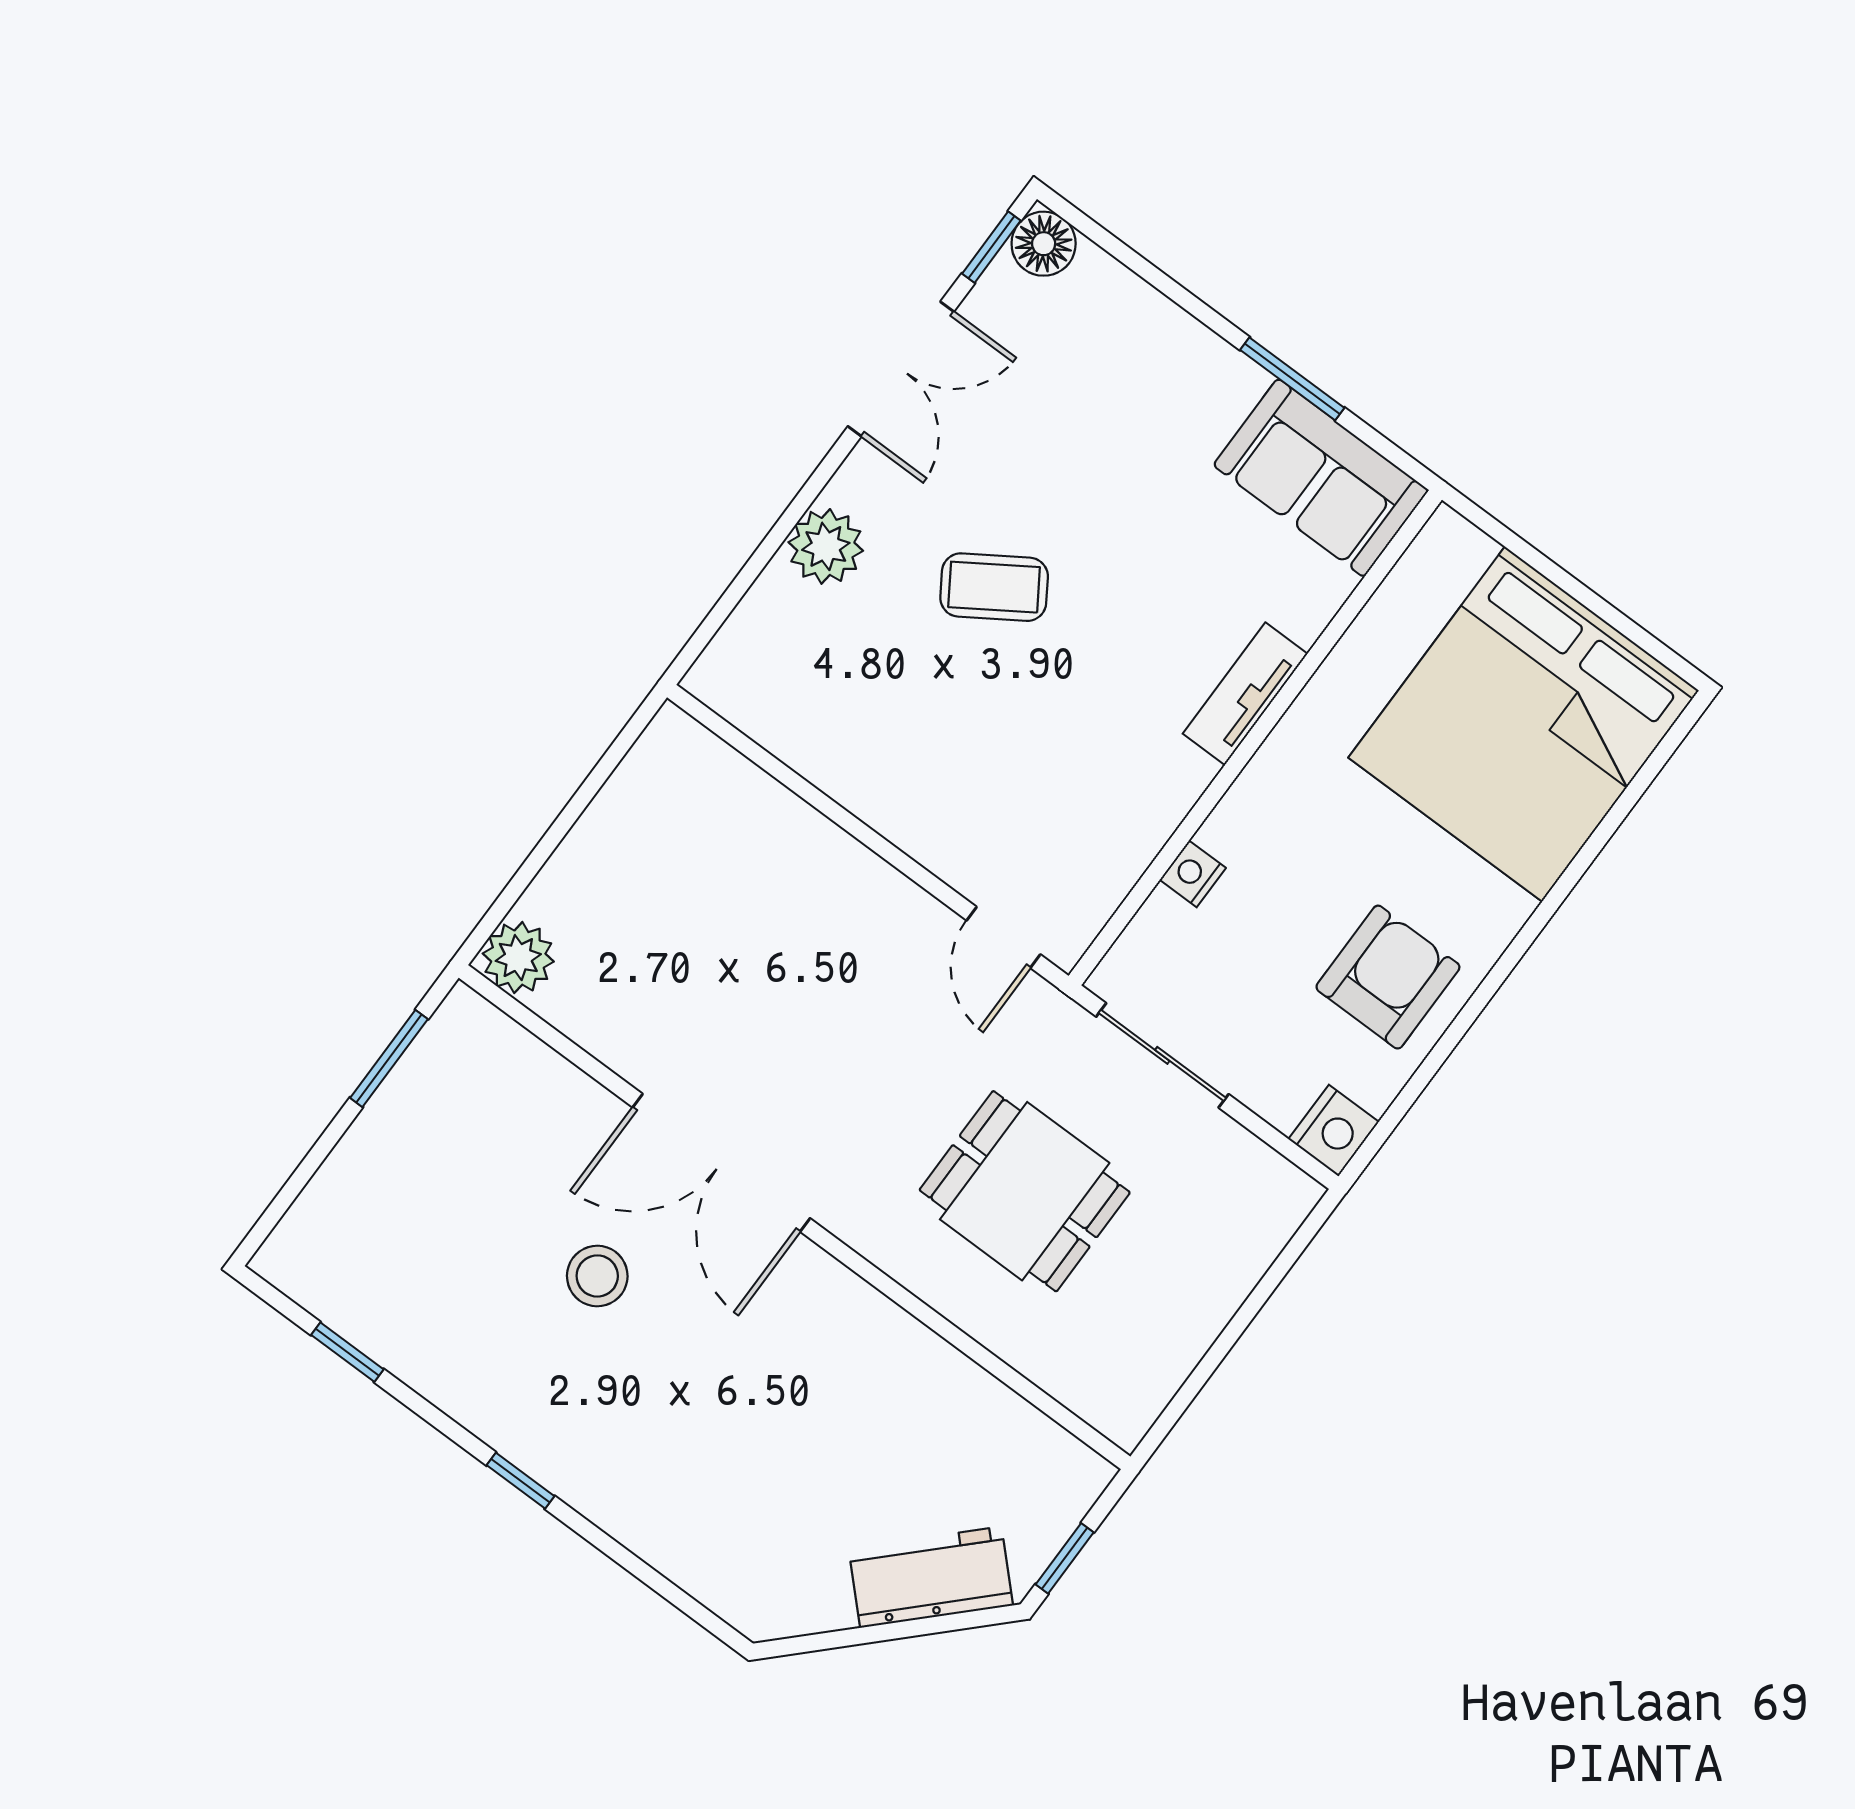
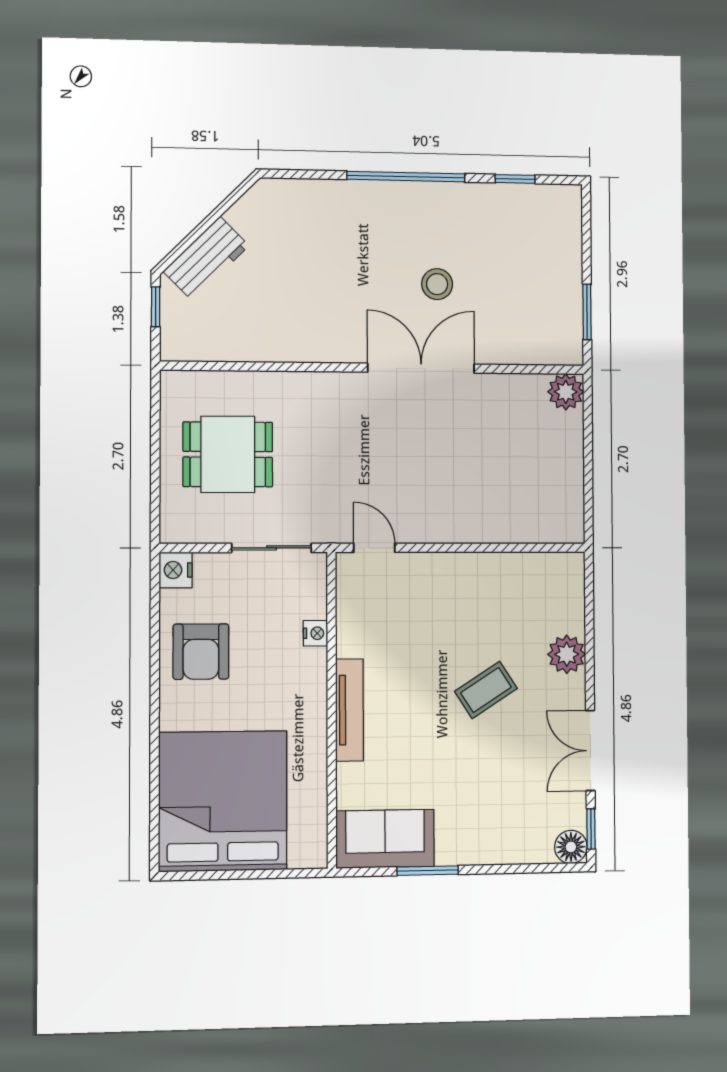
tv unit: (1245, 694) -> (349, 710), width x1.41
dining table: (1025, 1191) -> (228, 454), moved
window: (520, 1481) -> (406, 177), width x3.17

